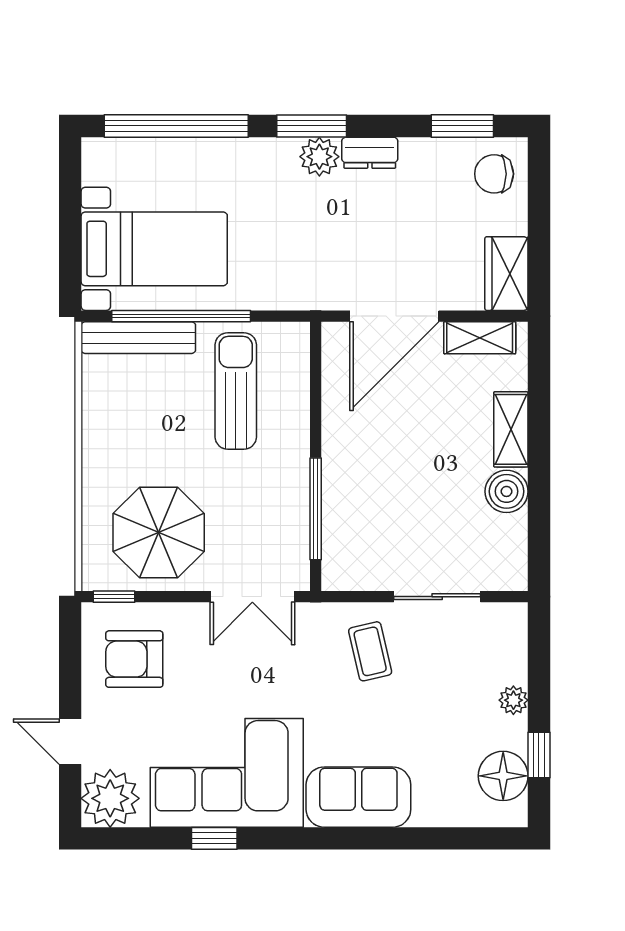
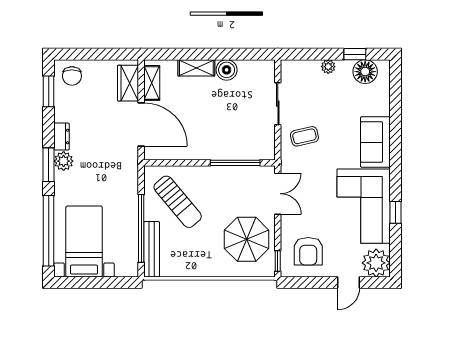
bed with nightstands: (154, 249) -> (84, 241), moved
wardrobe: (506, 274) -> (128, 83), moved, turned 90
sun lounger: (236, 391) -> (178, 202), turned -130

